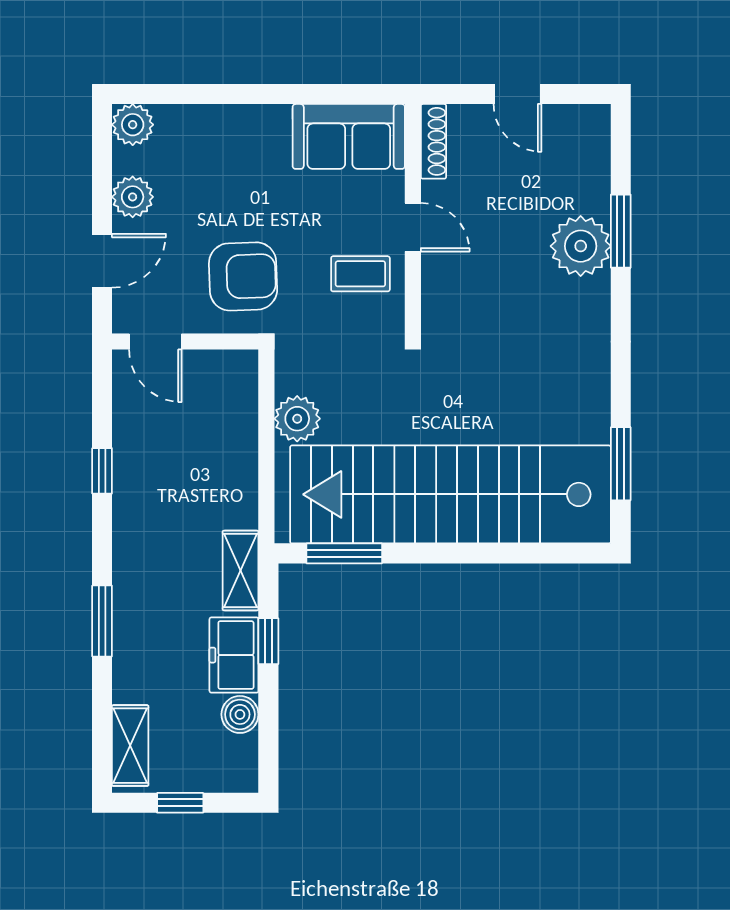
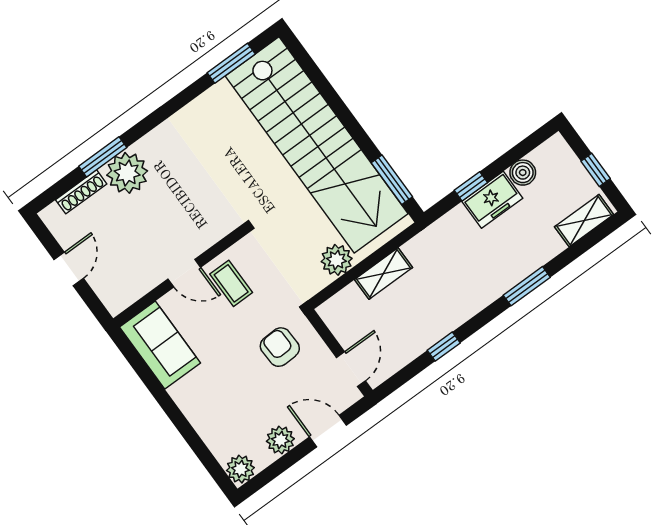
shoe rack: (434, 141) -> (81, 192), moved, turned 180
door: (413, 227) -> (184, 273), swing flipped
armchair: (243, 276) -> (280, 347), width x0.72, depth x0.72
shelving: (241, 571) -> (383, 274), moved

